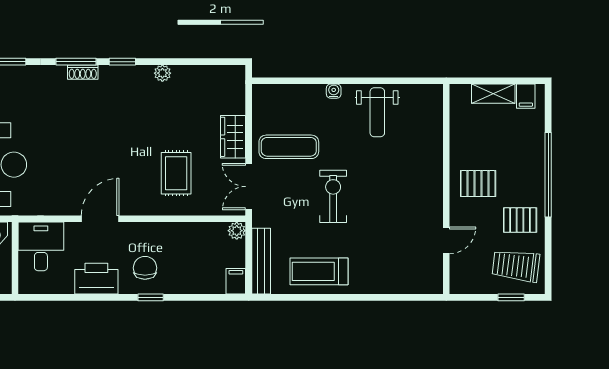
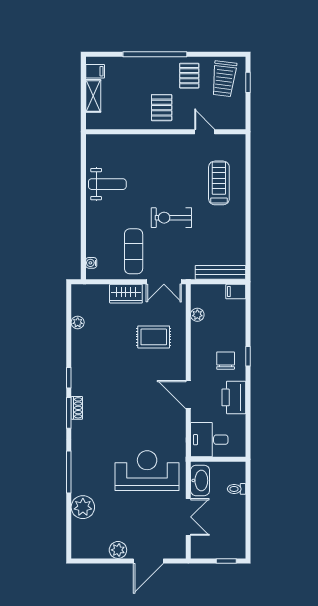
plant: (162, 73) -> (78, 322), moved
water cooler: (334, 91) -> (91, 263), moved
plant: (237, 231) -> (197, 315), moved
chair: (145, 268) -> (226, 361), turned 90
treadmill: (319, 271) -> (219, 183), moved, turned 180

